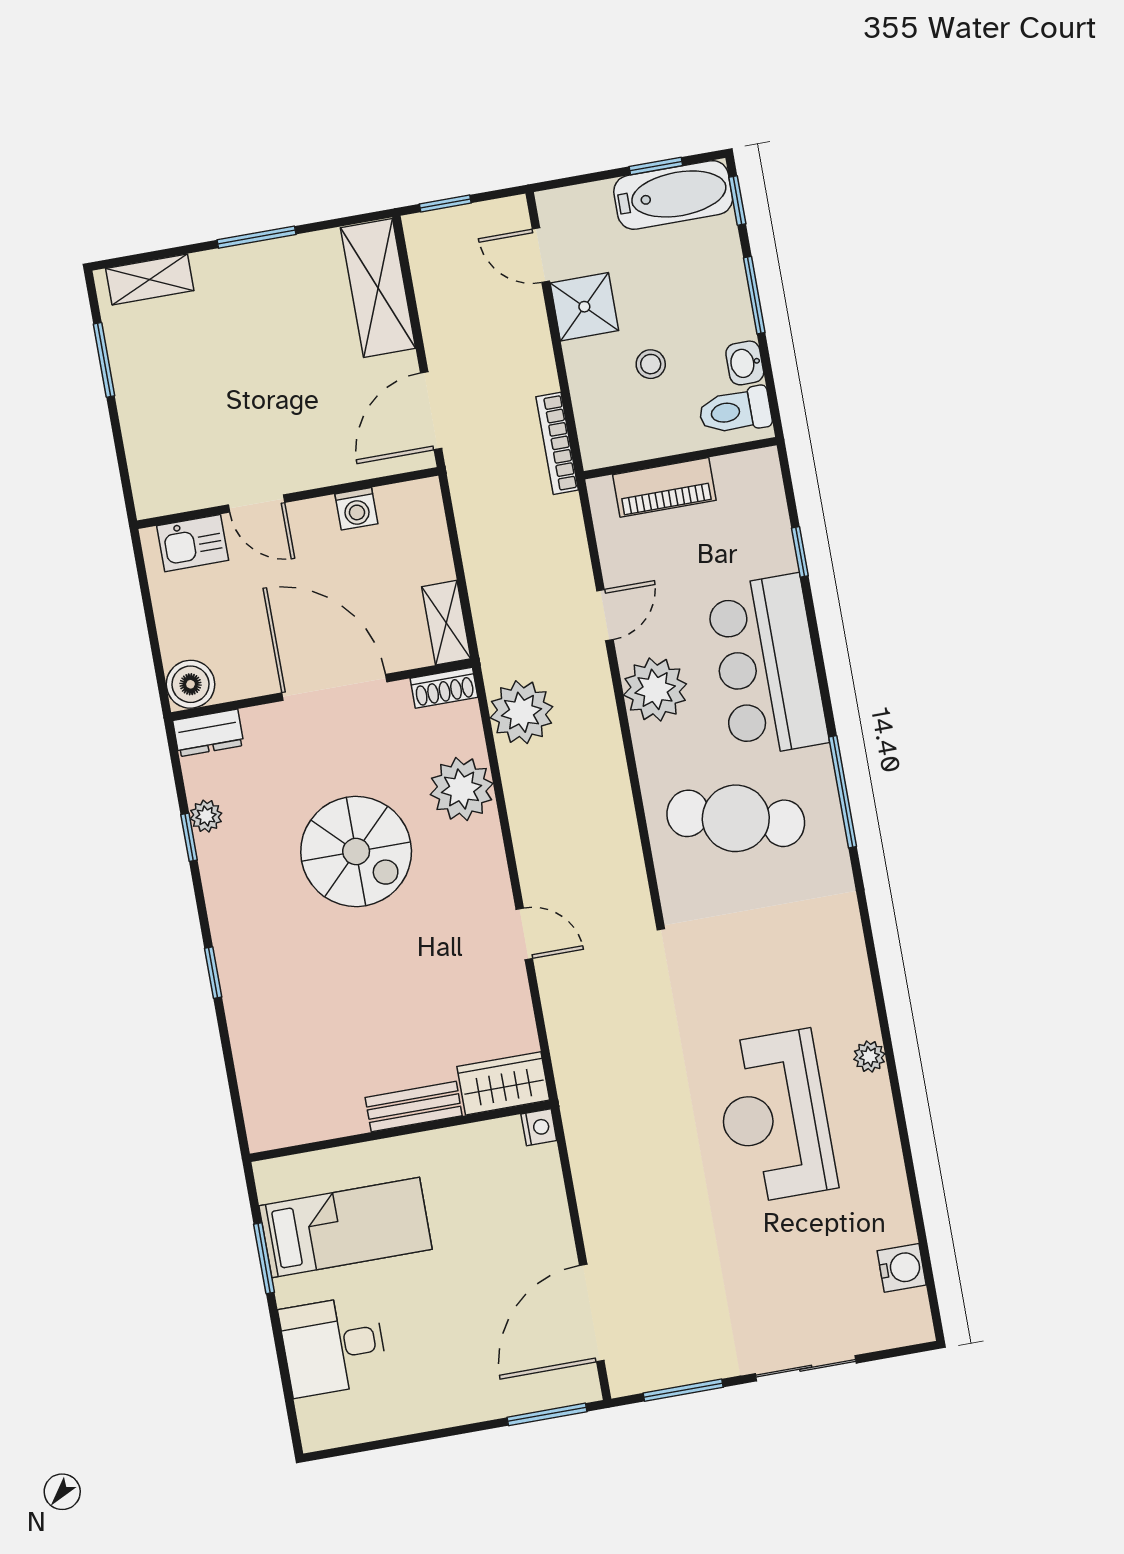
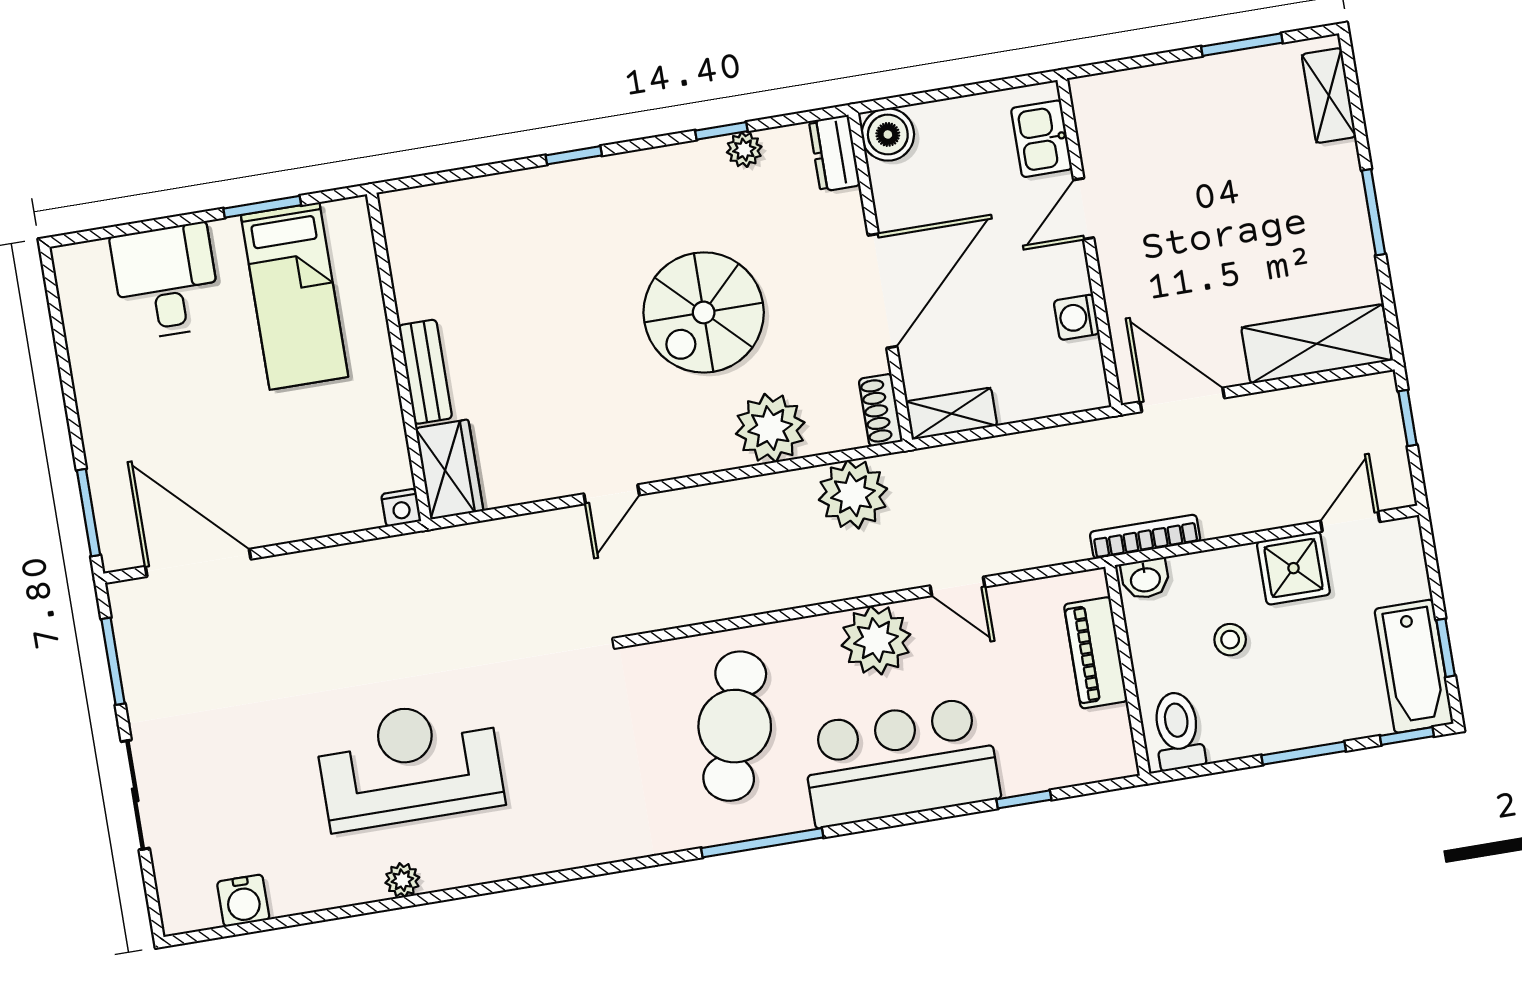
washbasin: (745, 363) -> (1145, 579), moved, turned 180
plant: (869, 1056) -> (402, 880), moved

